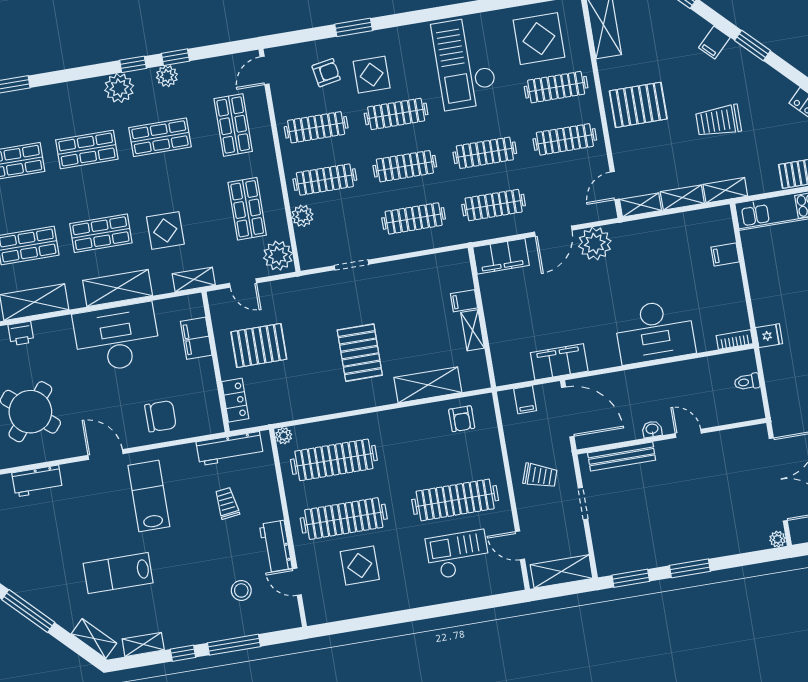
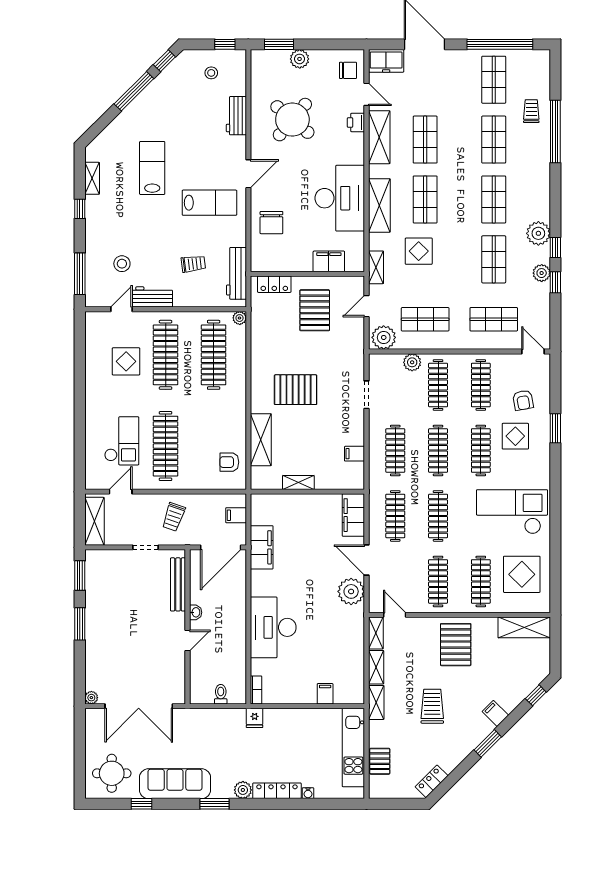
filing cabinet: (464, 301) -> (355, 454), moved, turned -90
shelving: (94, 639) -> (103, 140), removed
window: (234, 645) -> (80, 274), moved

